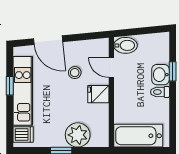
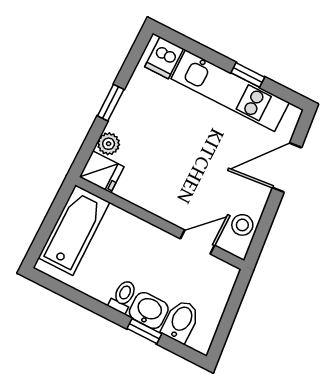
bidet: (126, 45) -> (181, 321), moved, turned 180
stool: (75, 73) -> (242, 225), moved
fridge: (98, 94) -> (102, 172), moved, turned 90
plant: (78, 135) -> (109, 144), width x0.53, depth x0.53

